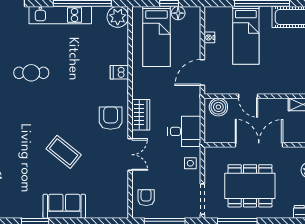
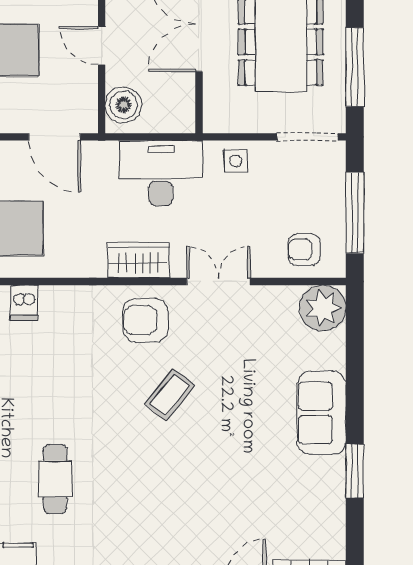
dishwasher: (119, 72) -> (24, 303), moved
door: (248, 96) -> (102, 46), swing flipped
desk: (184, 131) -> (161, 173), width x1.37
coffee table: (64, 152) -> (170, 395), moved, width x0.73, depth x0.77
plant: (117, 207) -> (323, 308), added

